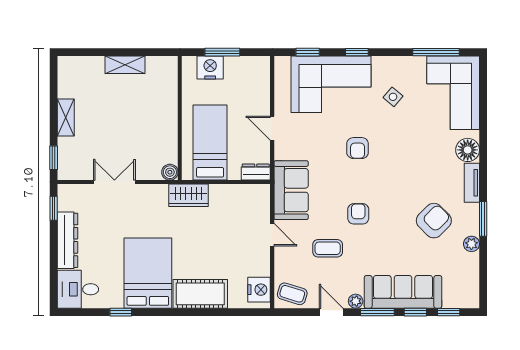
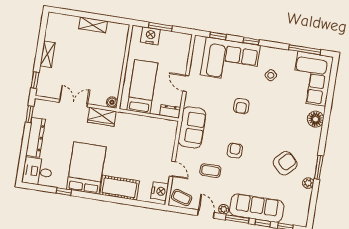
tv unit: (472, 183) -> (315, 142), removed
wardrobe: (189, 195) -> (102, 117), moved
door: (272, 235) -> (172, 169), moved

